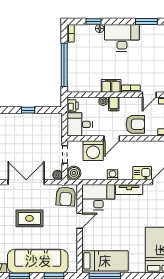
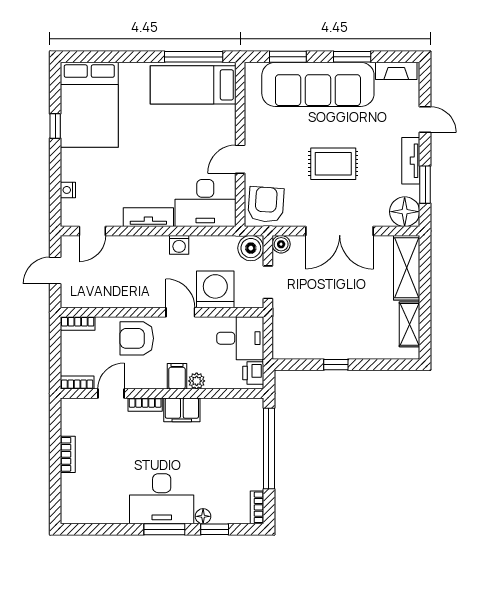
window: (146, 21) -> (164, 529), moved
door: (112, 138) -> (180, 312), hinge flipped
kitchen sink: (142, 173) -> (124, 248), removed

